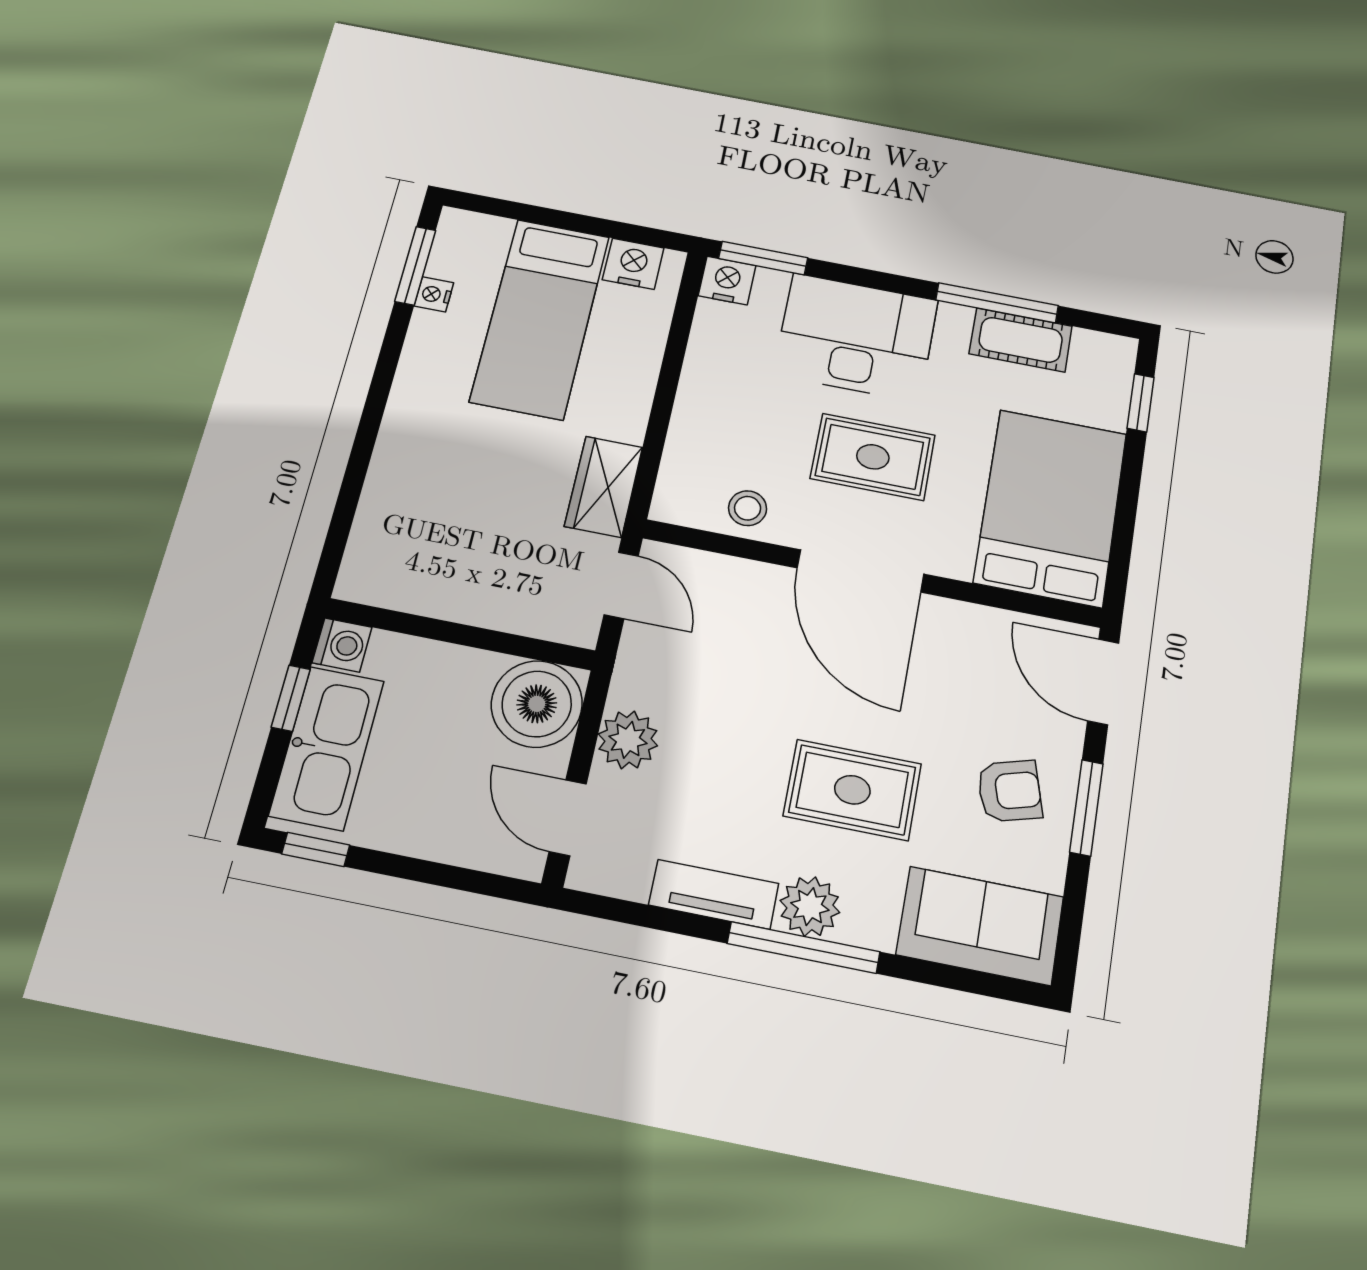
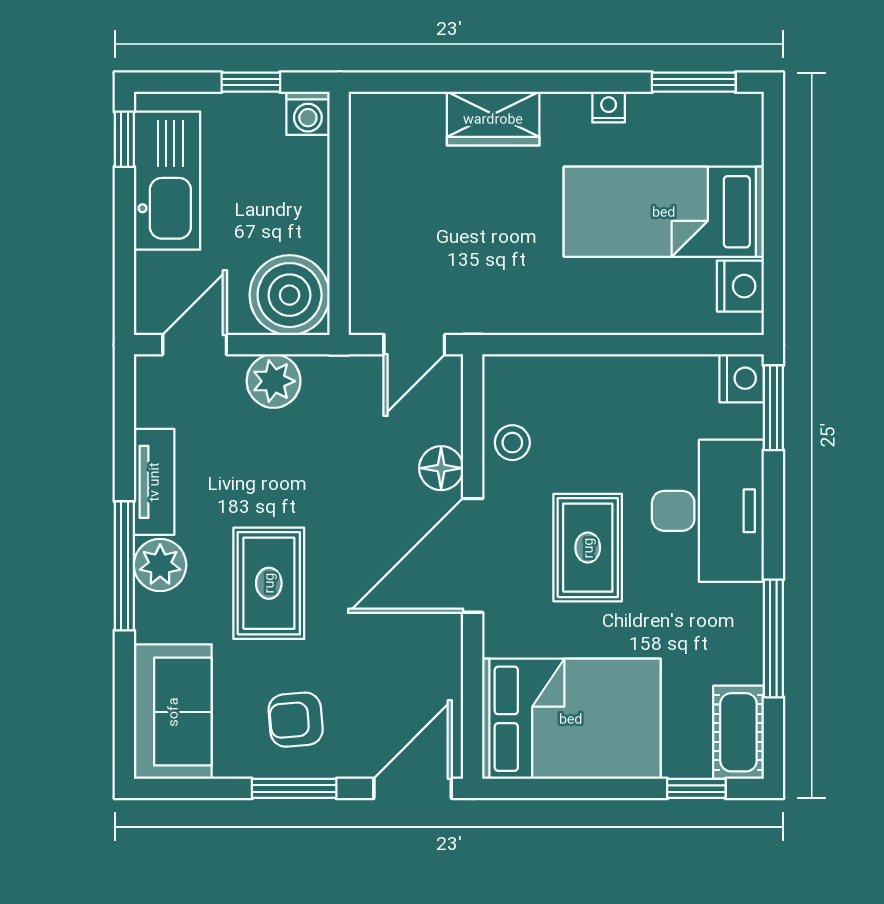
nightstand: (434, 294) -> (609, 107), moved
cot: (1021, 340) -> (738, 732), moved
wardrobe: (604, 487) -> (493, 119), moved, turned 180
floor lamp: (760, 584) -> (441, 468), added
kitchen sink: (327, 748) -> (167, 181), moved, turned -90
armchair: (1010, 791) -> (296, 720), turned 101

